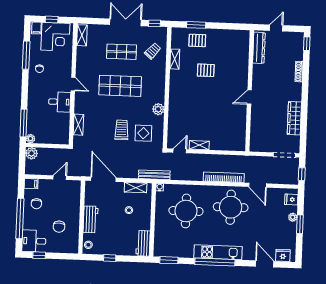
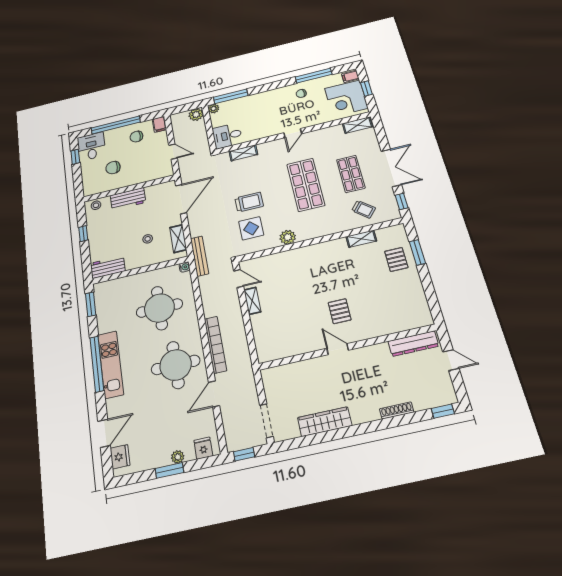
pallet: (206, 70) -> (340, 311), moved
desk: (60, 102) -> (227, 136), moved, turned 90

